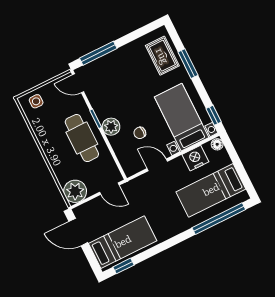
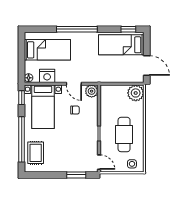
window: (98, 53) -> (76, 175), width x0.69
window: (188, 64) -> (22, 139), width x2.11
plant: (111, 127) -> (92, 91), moved
cafe table: (82, 138) -> (124, 135), moved
door: (109, 189) -> (113, 84), removed
window: (219, 219) -> (77, 29), moved

